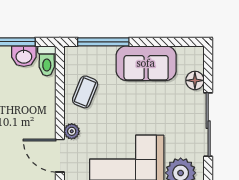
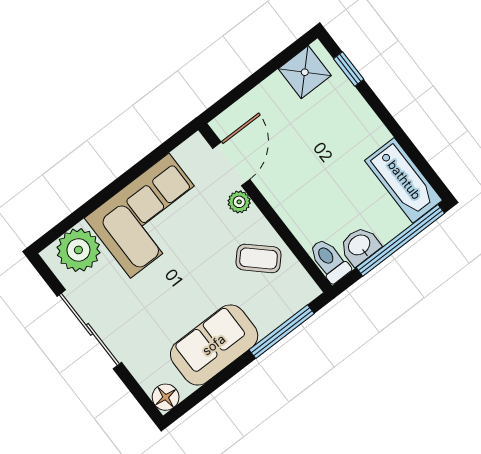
floor lamp: (195, 80) -> (166, 397), moved
coffee table: (85, 92) -> (259, 258), turned -69
door: (60, 156) -> (231, 164), hinge flipped

